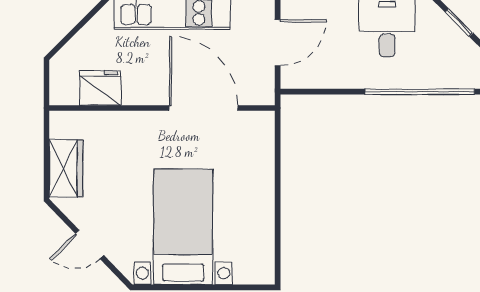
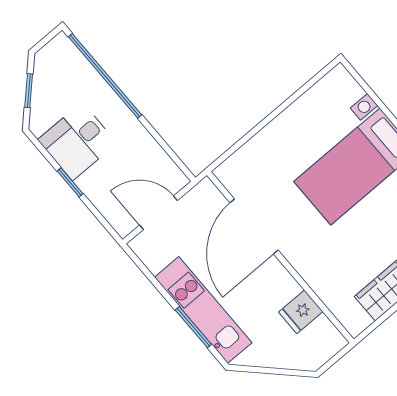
fridge: (100, 88) -> (301, 312), width x0.72

